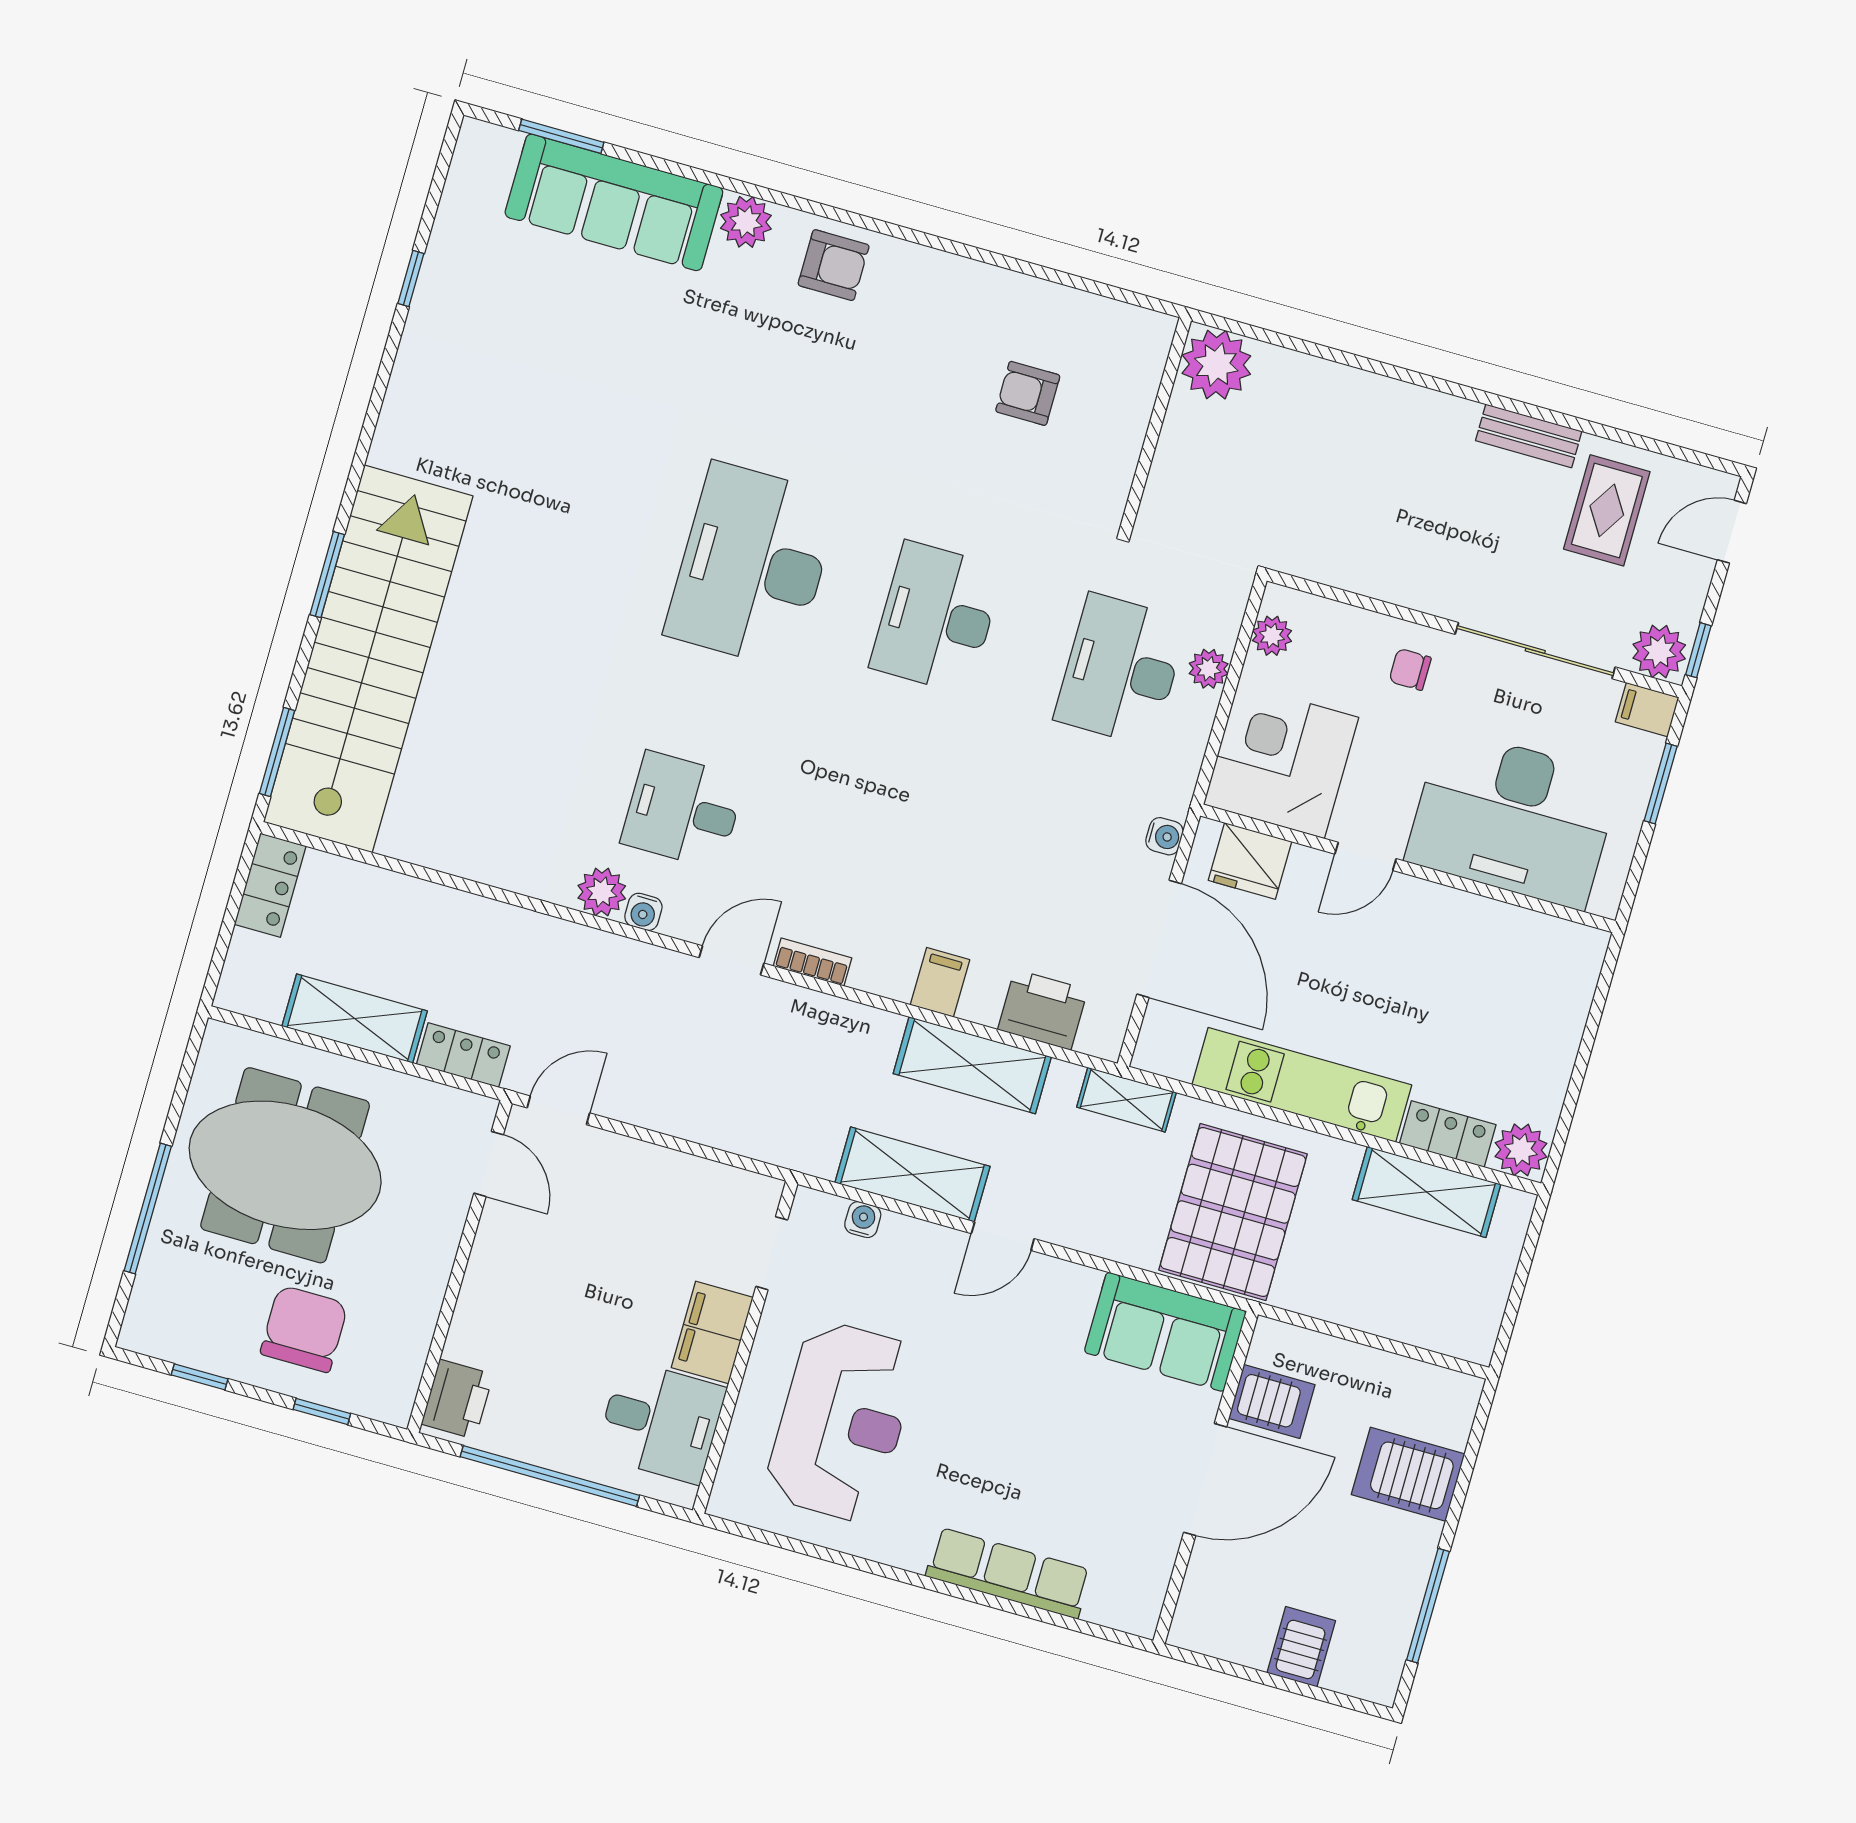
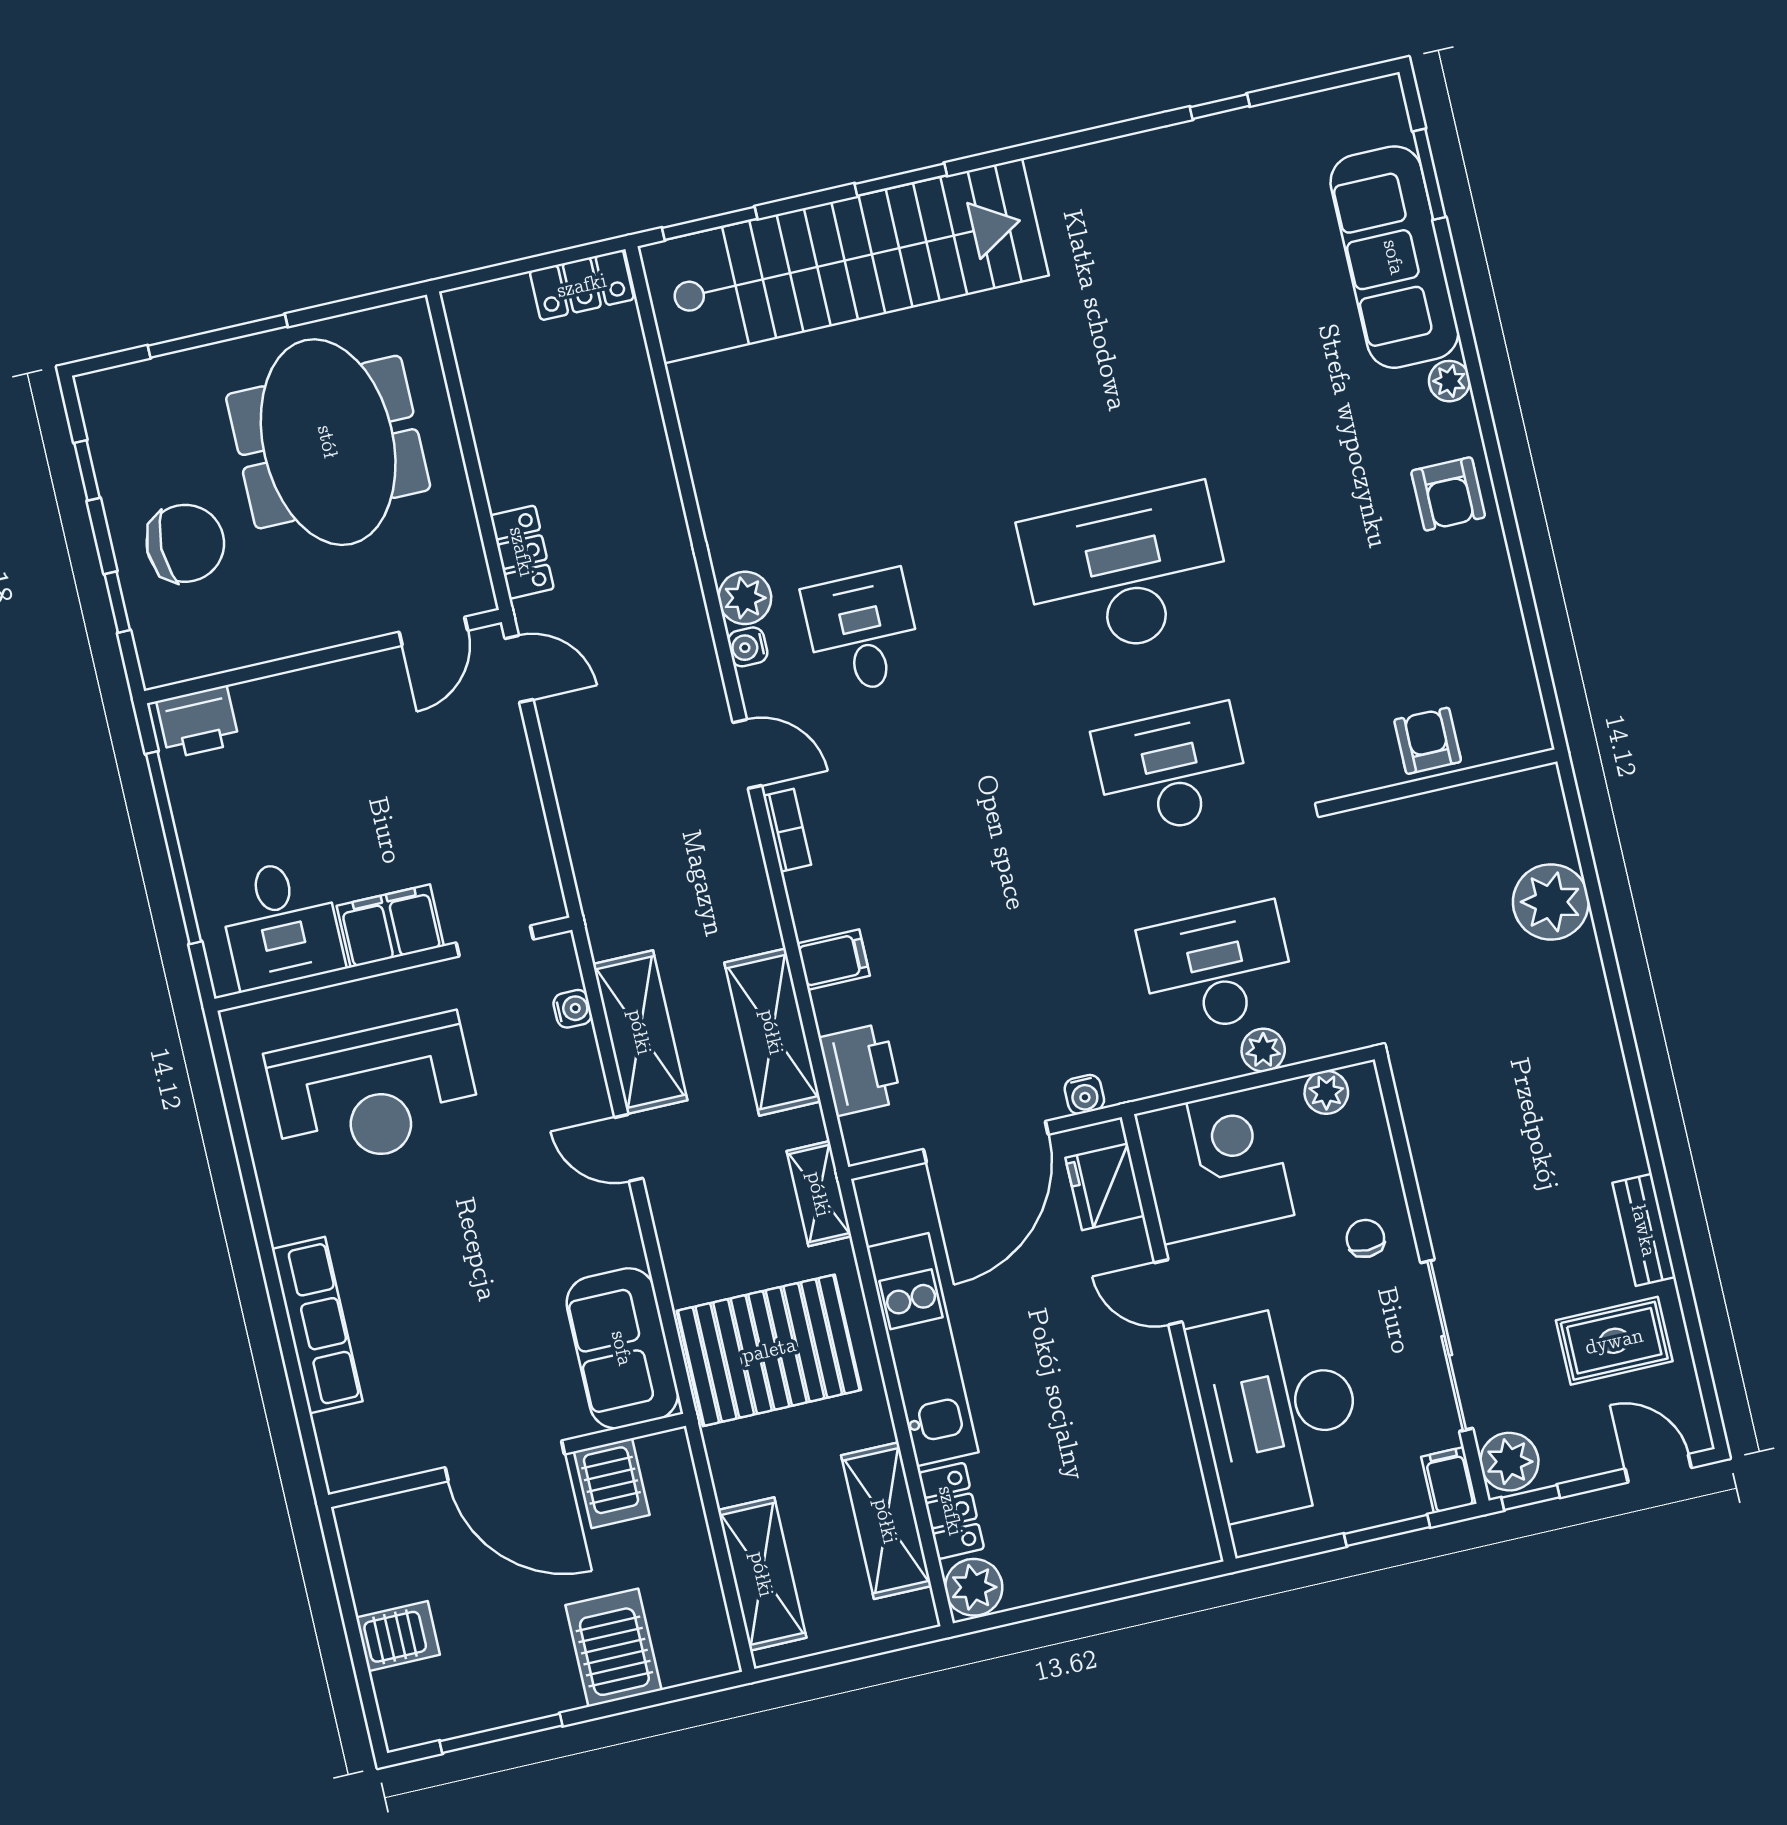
plant: (746, 222) -> (1449, 381), width x0.73, depth x0.73
wall: (1156, 424) -> (1443, 781), moved
shelving: (355, 1019) -> (762, 1574), moved

